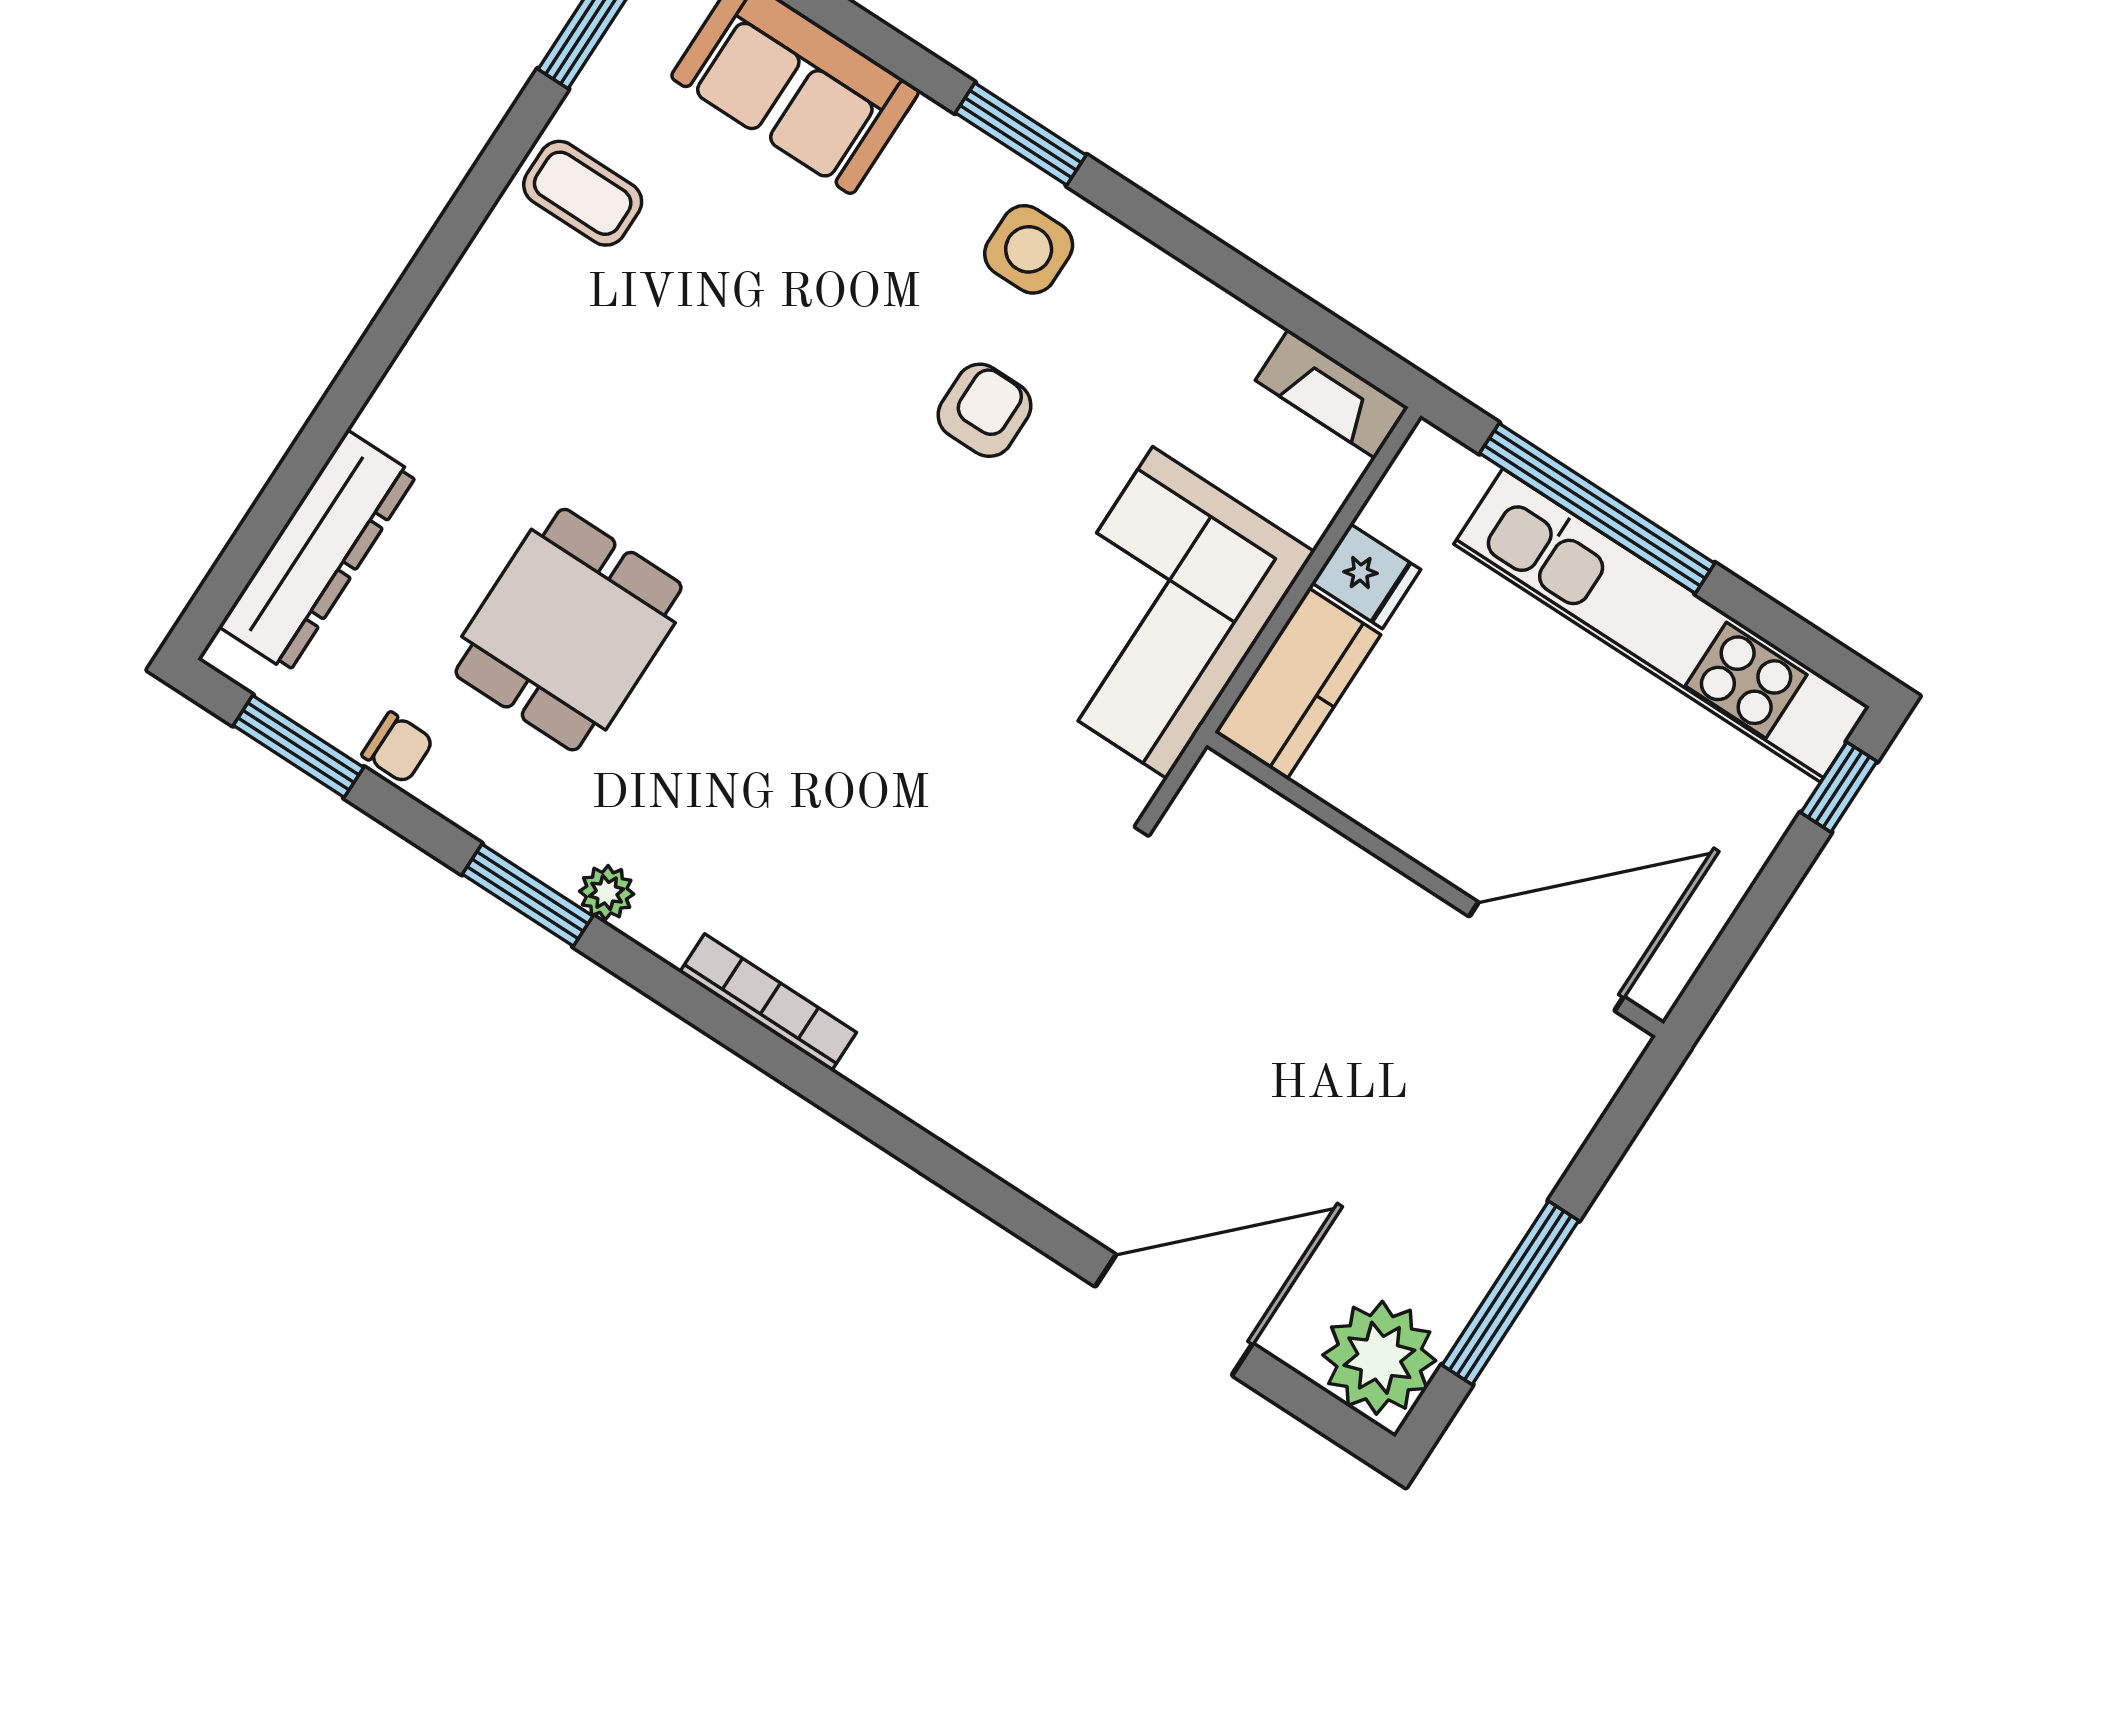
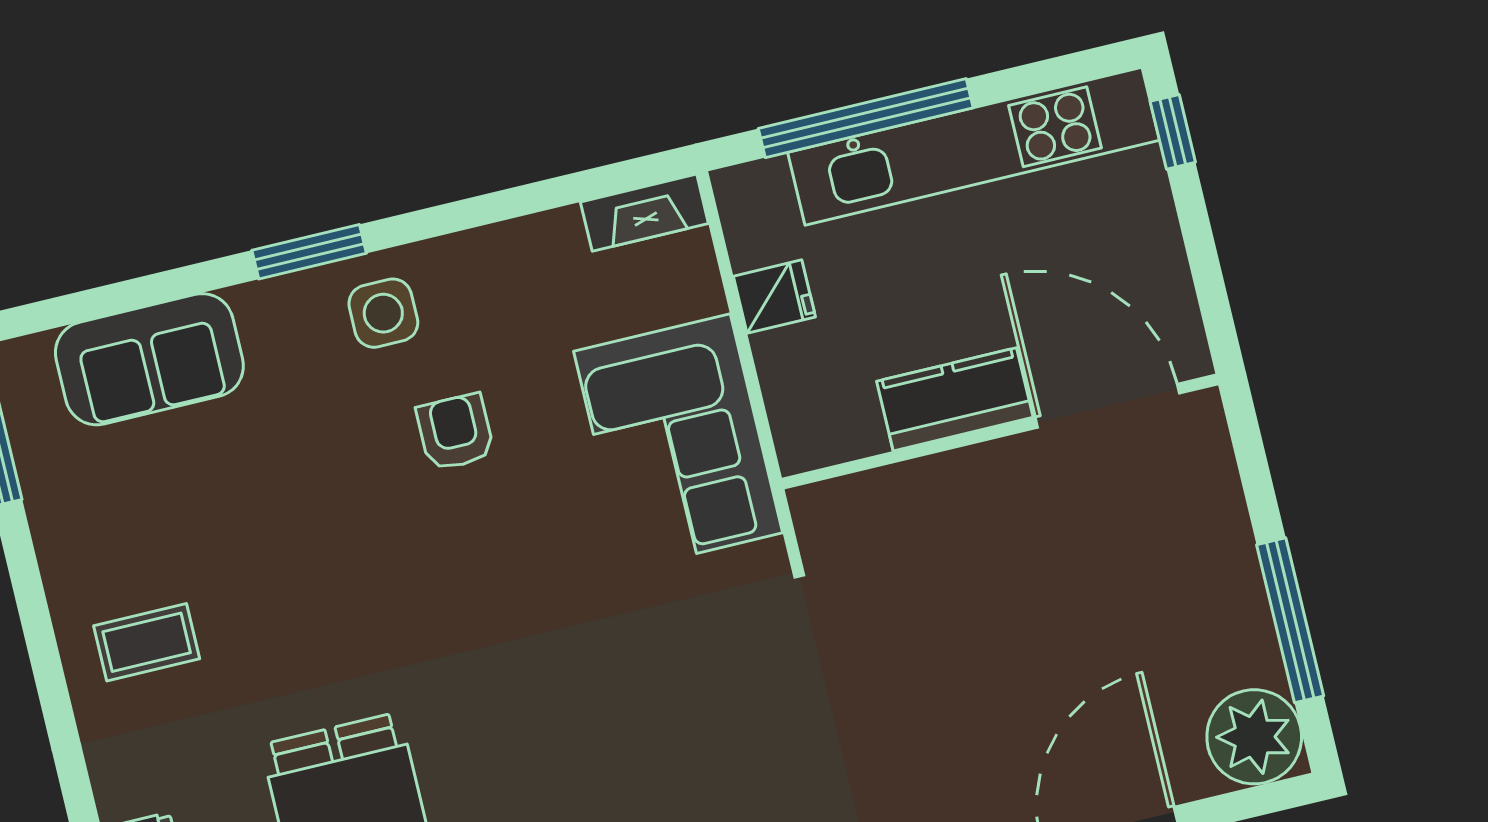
coffee table: (583, 193) -> (147, 642), moved
kitchen counter: (1298, 684) -> (955, 399), moved, turned -90
door: (1546, 956) -> (1108, 406), hinge flipped

